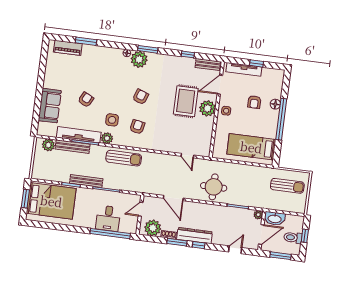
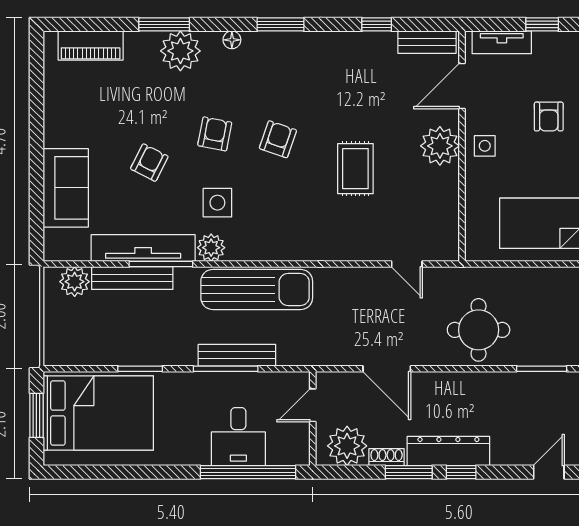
window: (86, 41) -> (164, 24), moved
plant: (139, 59) -> (180, 51), moved
tv unit: (244, 69) -> (502, 42), width x0.71
rug: (186, 101) -> (355, 169), moved, width x0.73, depth x0.70
armchair: (137, 127) -> (215, 134), moved
sun lounger: (124, 158) -> (257, 289), width x1.36, depth x1.34
bench: (86, 181) -> (237, 355), moved

